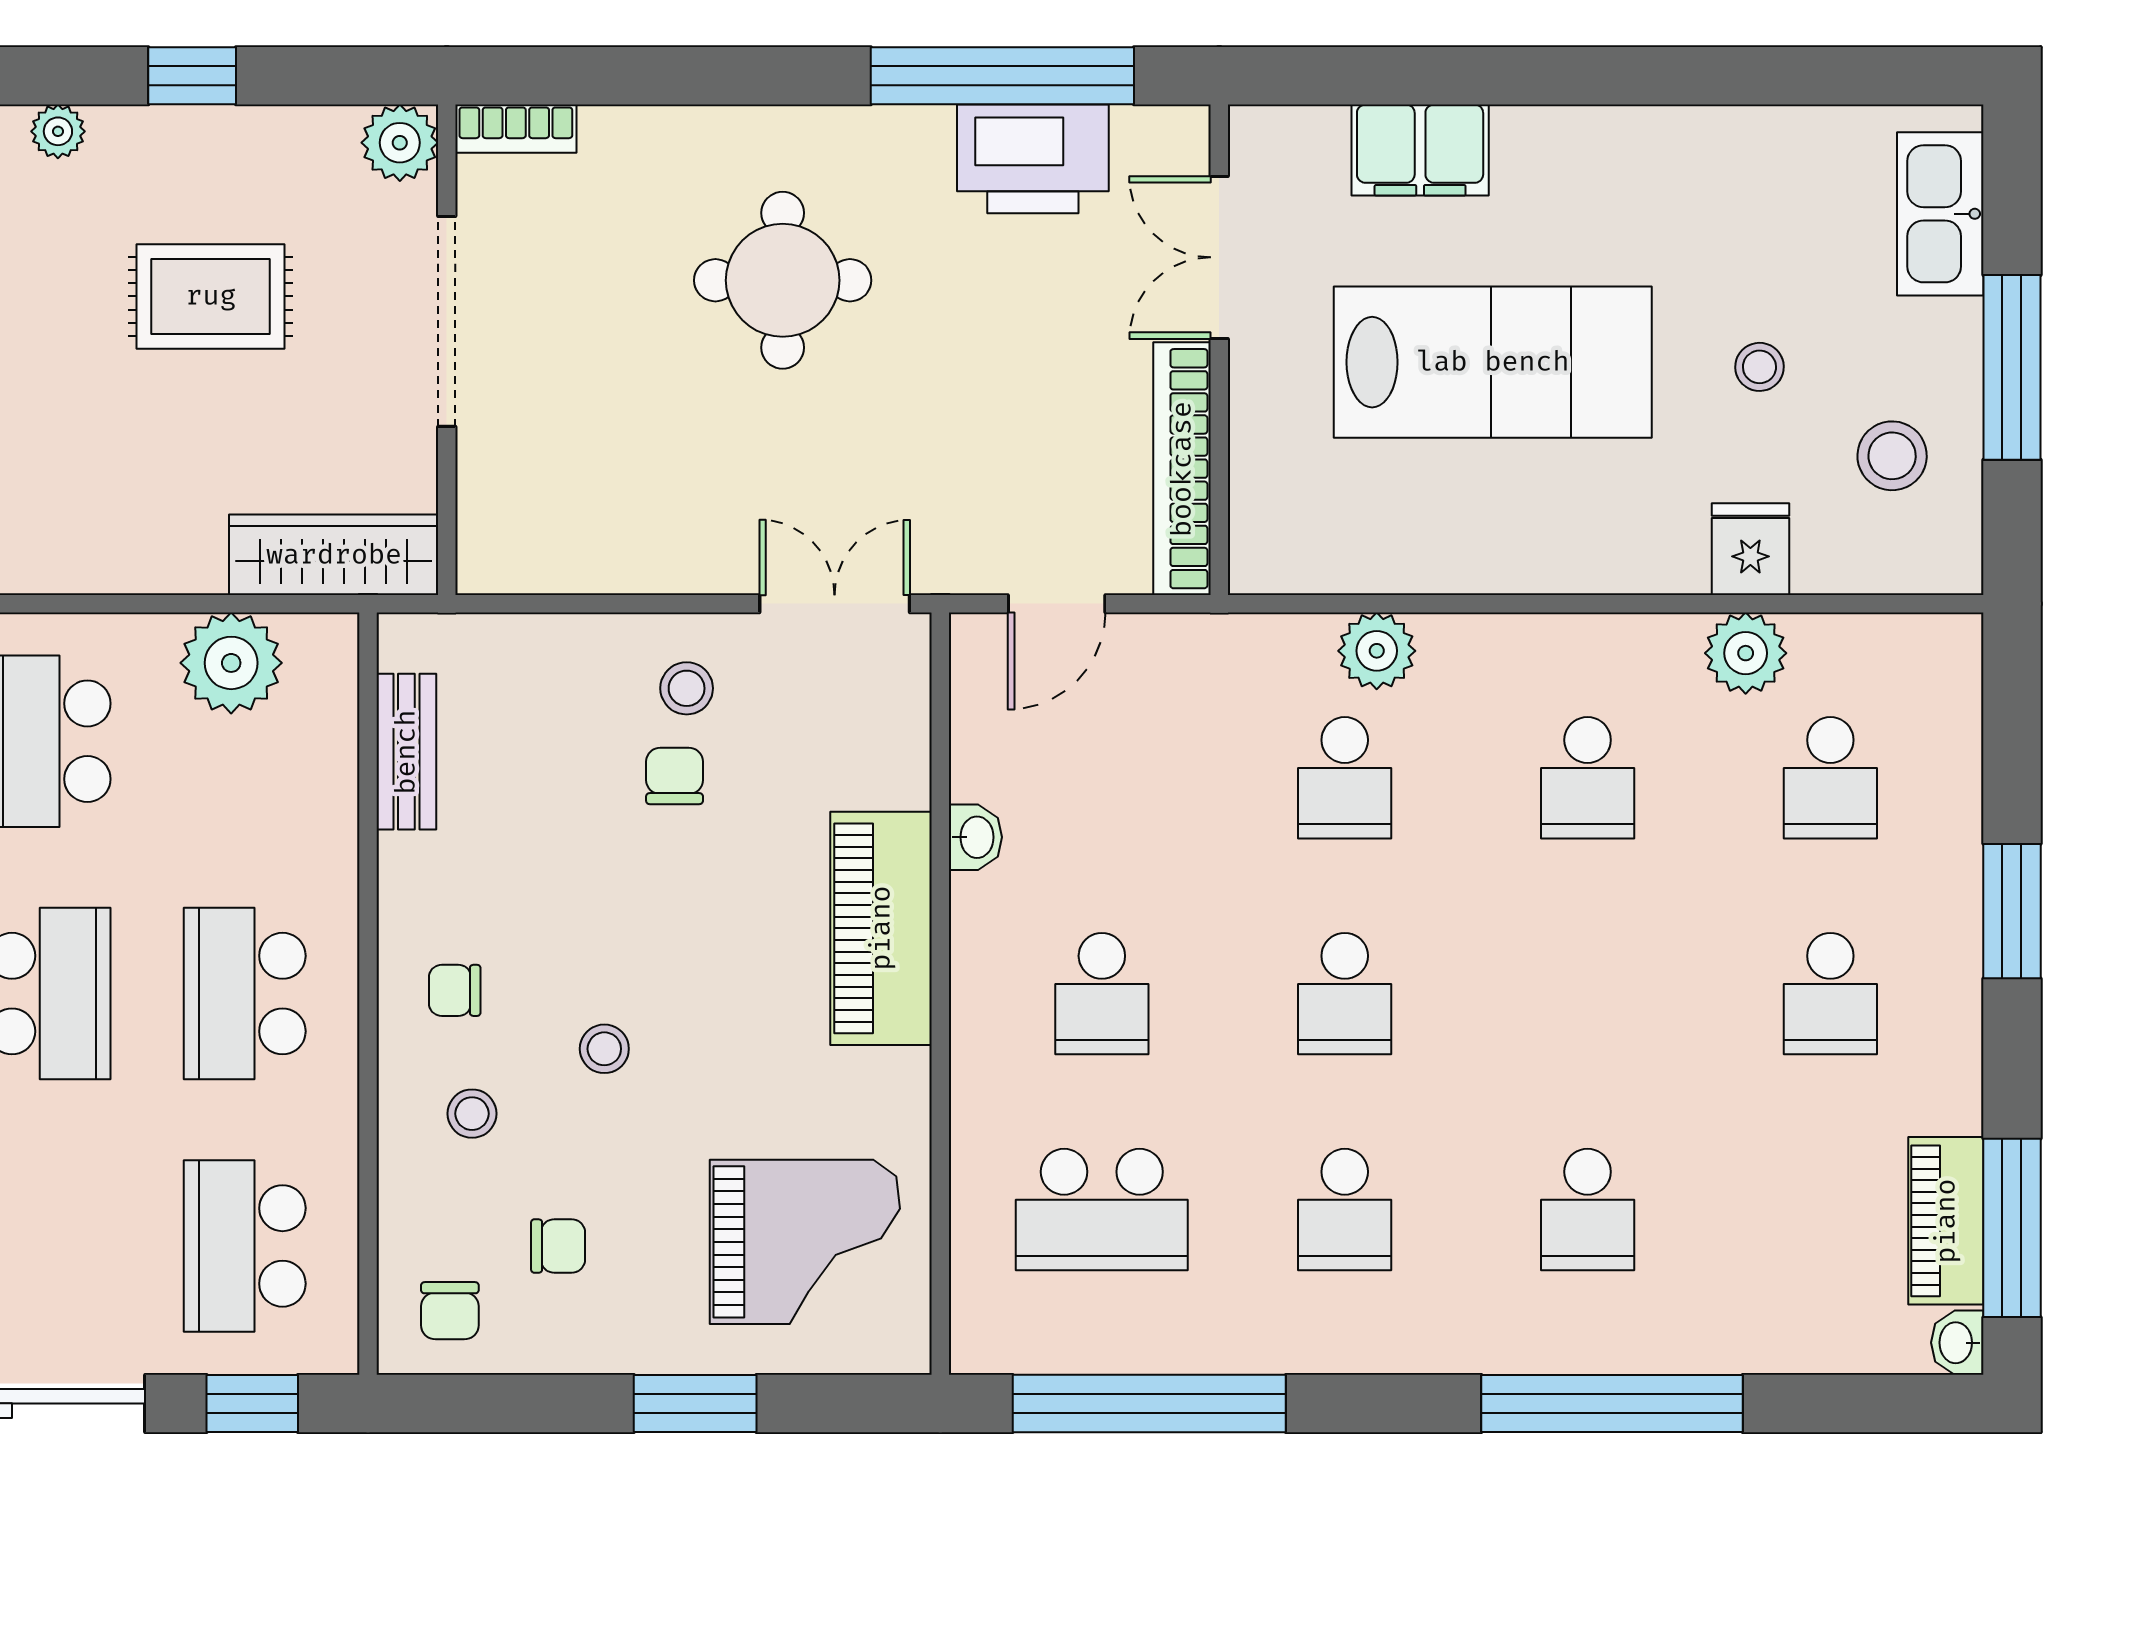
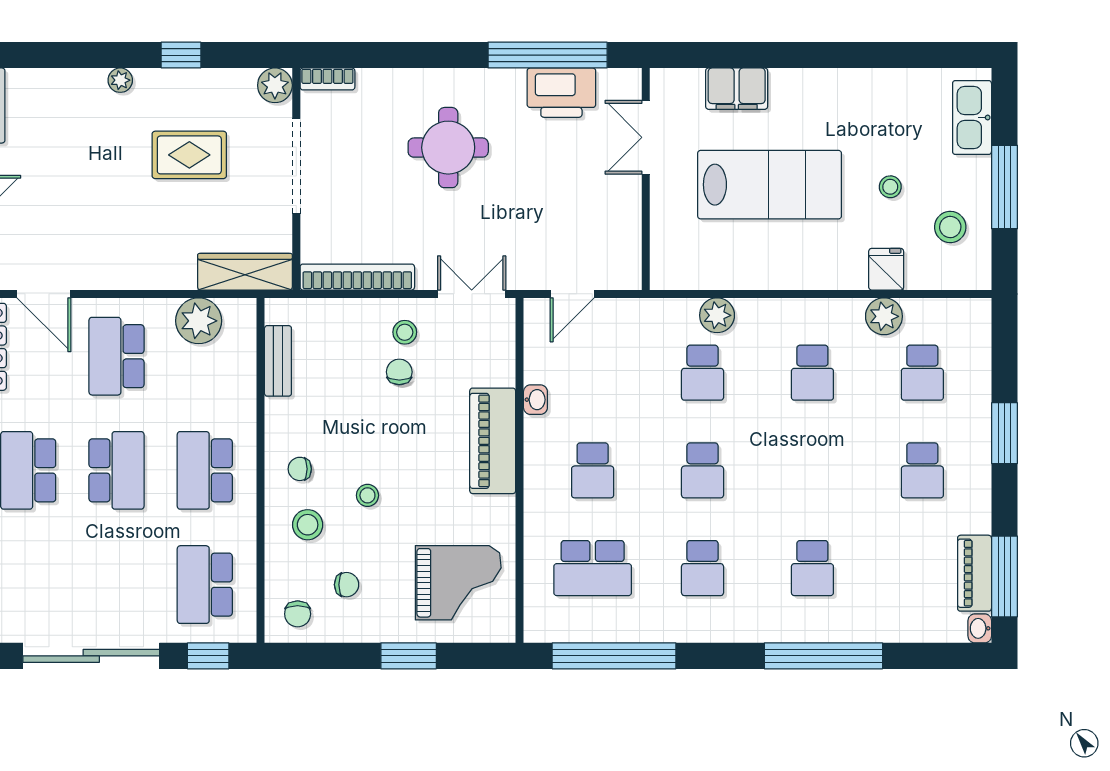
bookcase: (1182, 469) -> (357, 277), moved, turned 90
stool: (472, 1114) -> (308, 525), width x1.37, depth x1.37

